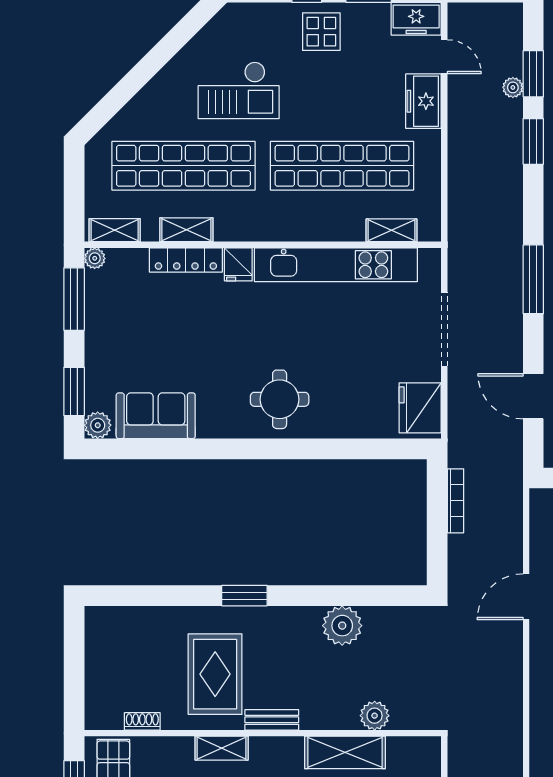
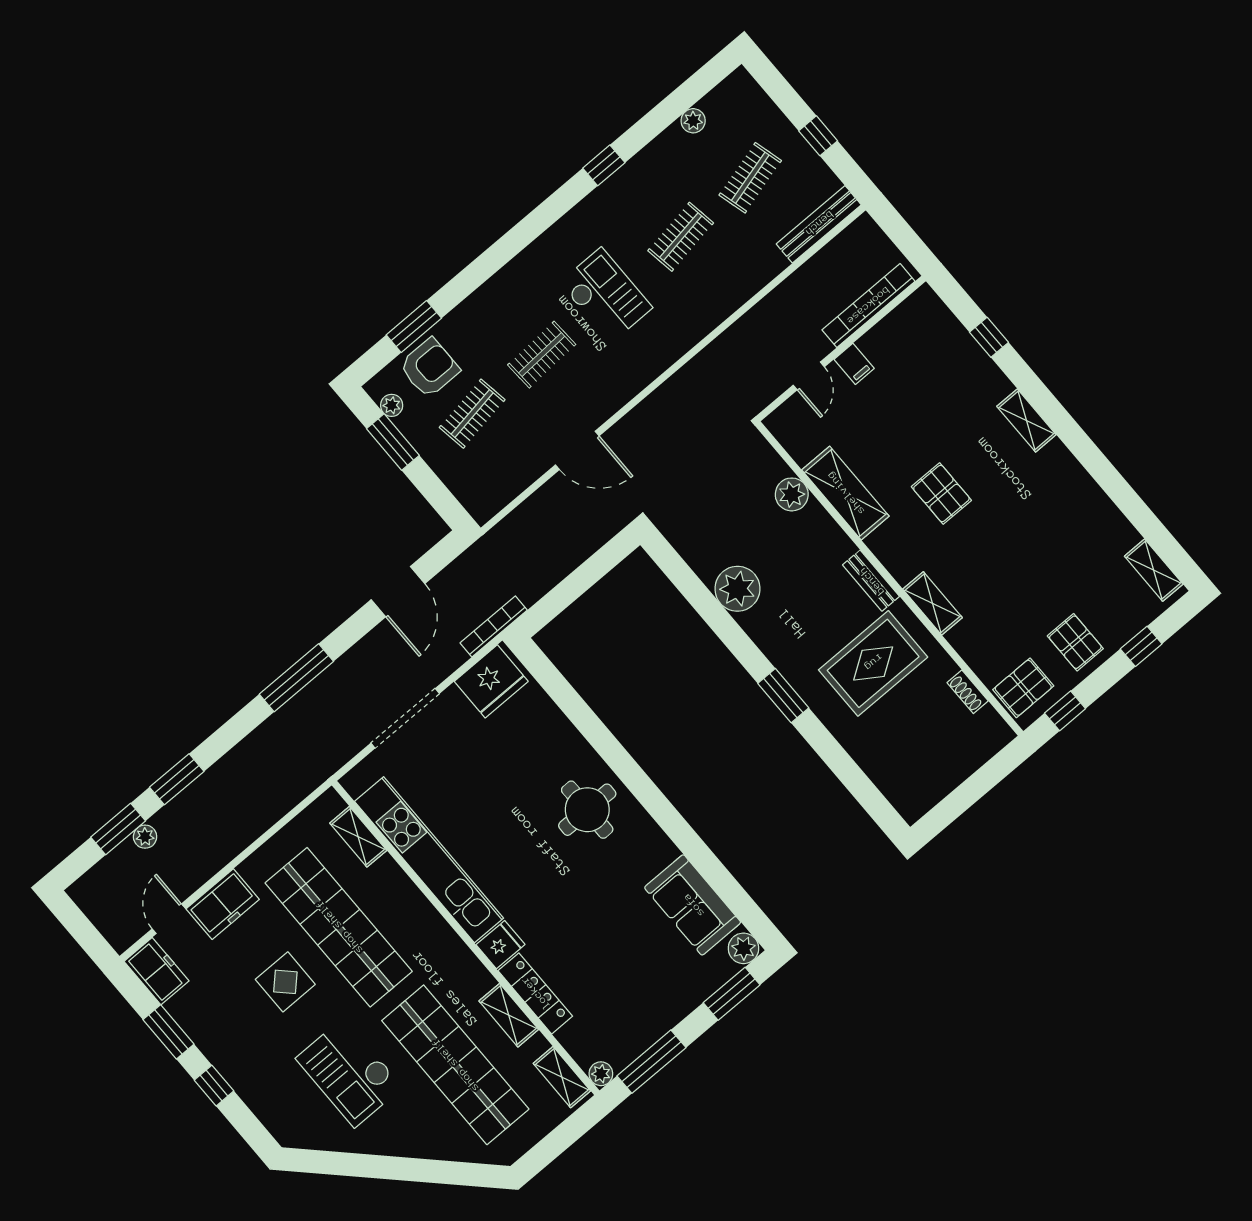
display table: (321, 32) -> (285, 982), moved
checkout: (239, 90) -> (349, 1073), turned 180
bookcase: (456, 501) -> (494, 626), moved

